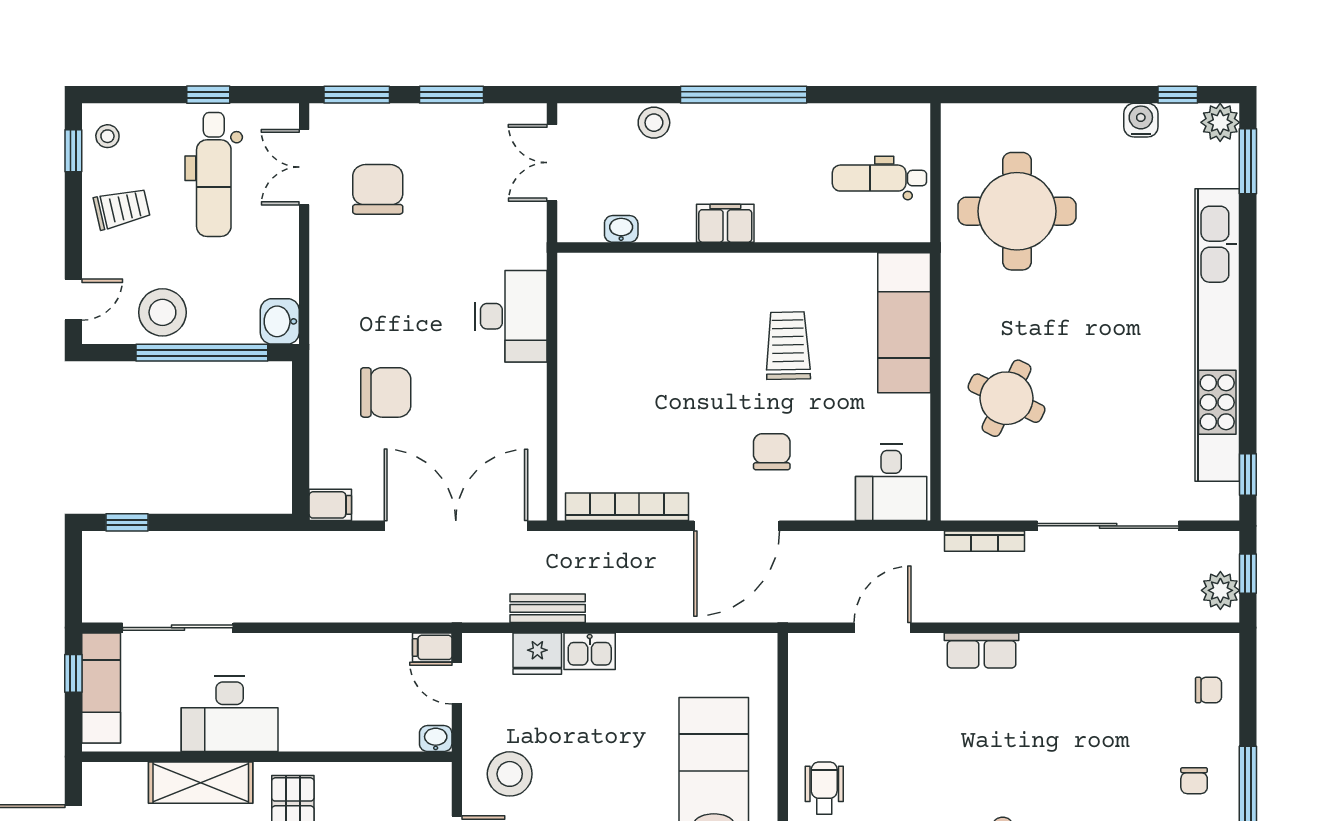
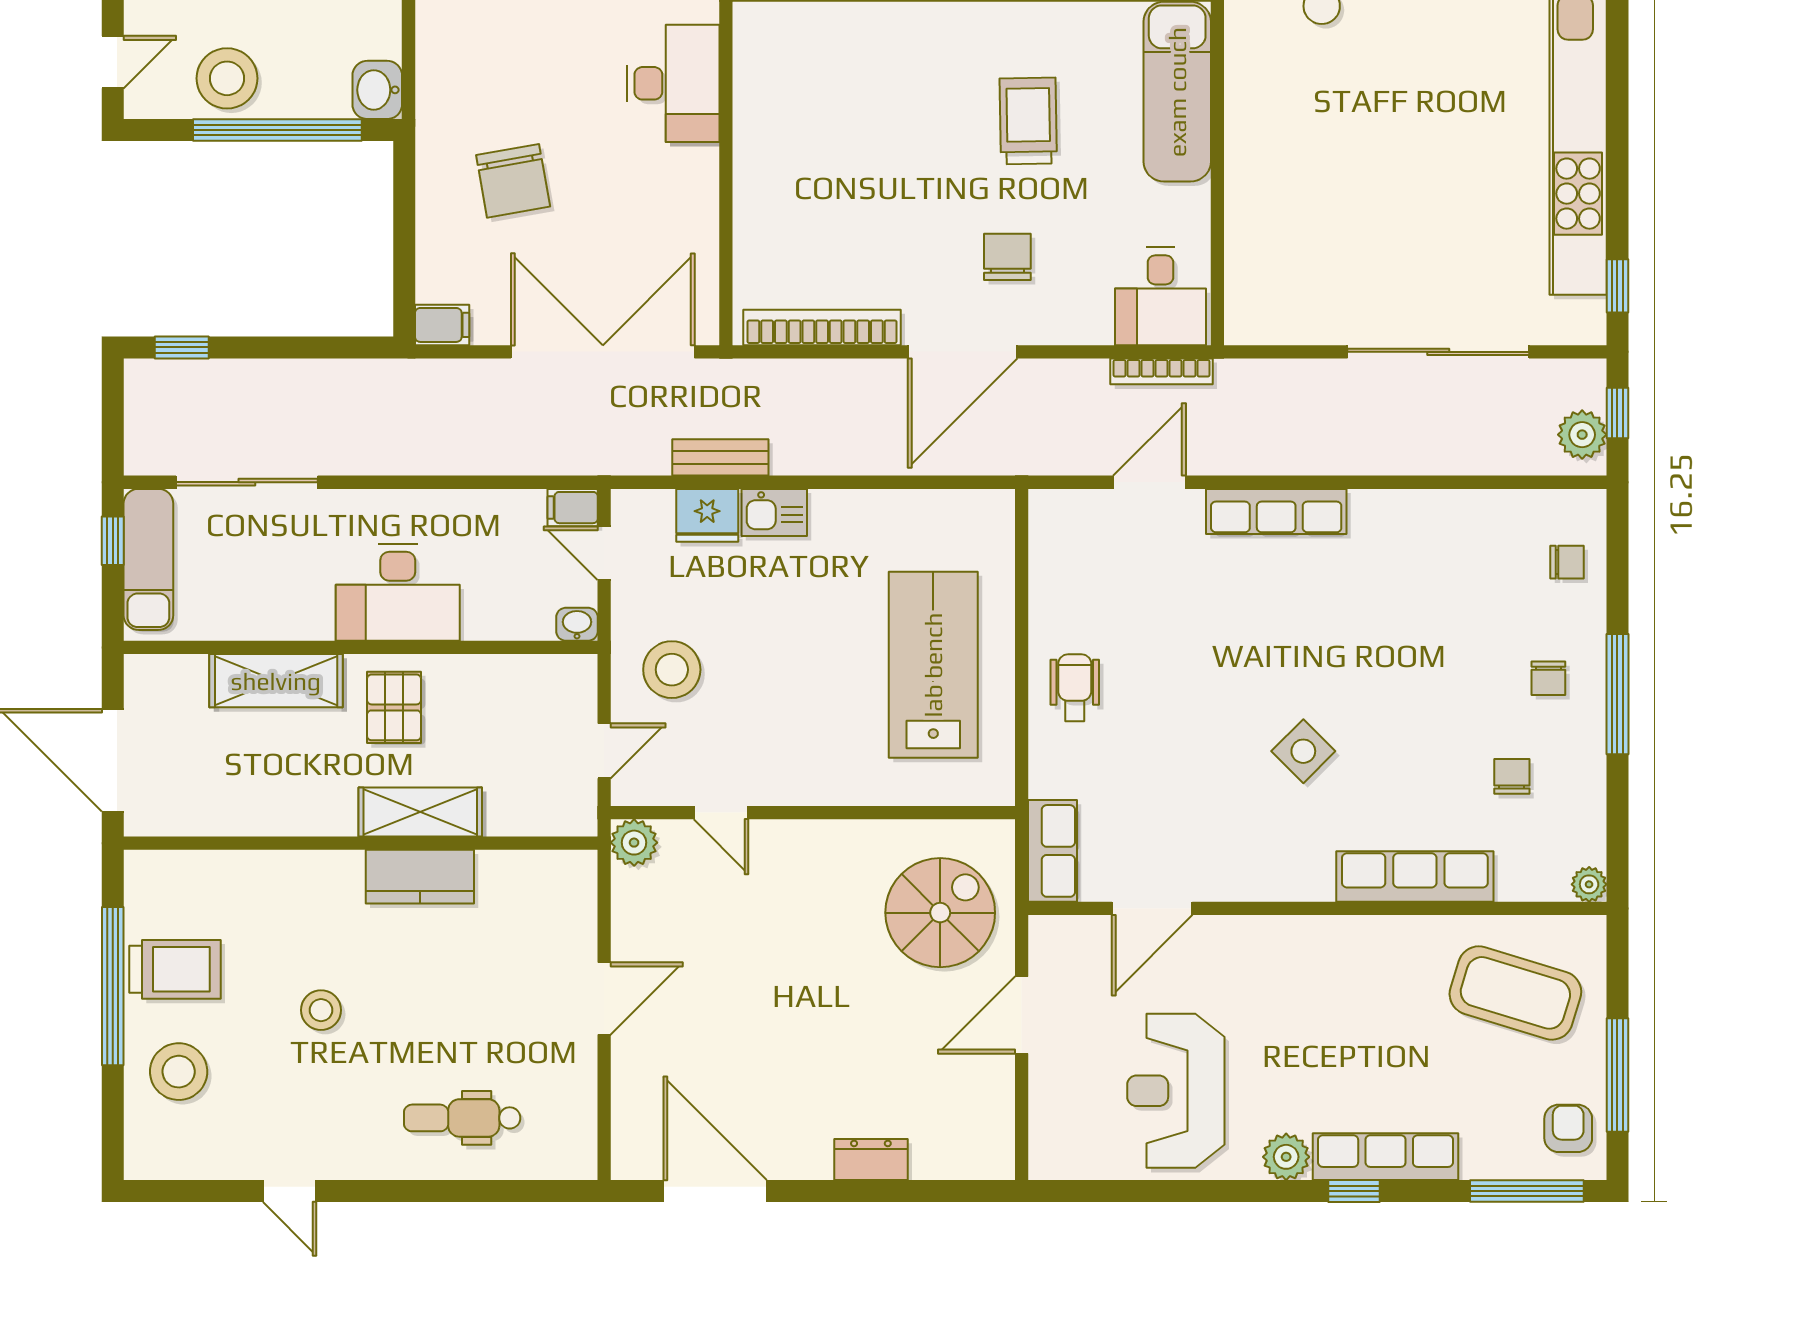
chair: (386, 392) -> (513, 181), turned 80
round table: (1006, 398) -> (1308, 188), removed
bookcase: (985, 541) -> (1161, 371), moved
row of seats: (982, 650) -> (1276, 511), width x1.48
desk: (230, 714) -> (398, 592), moved

